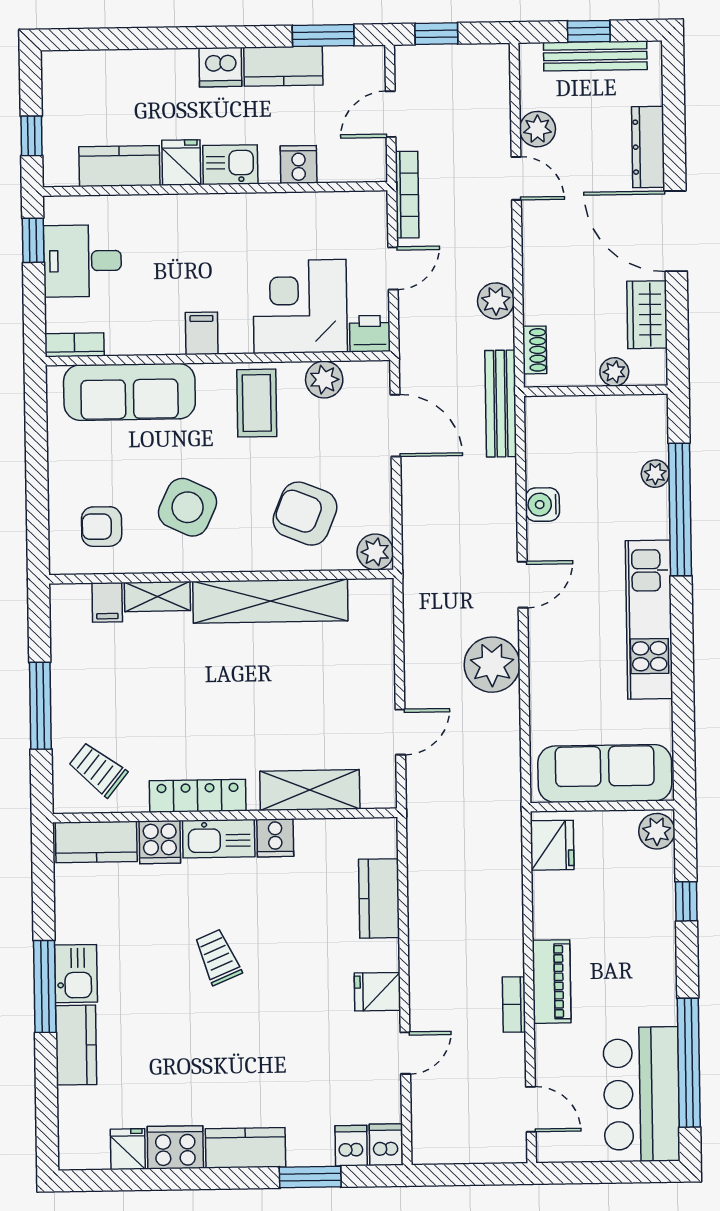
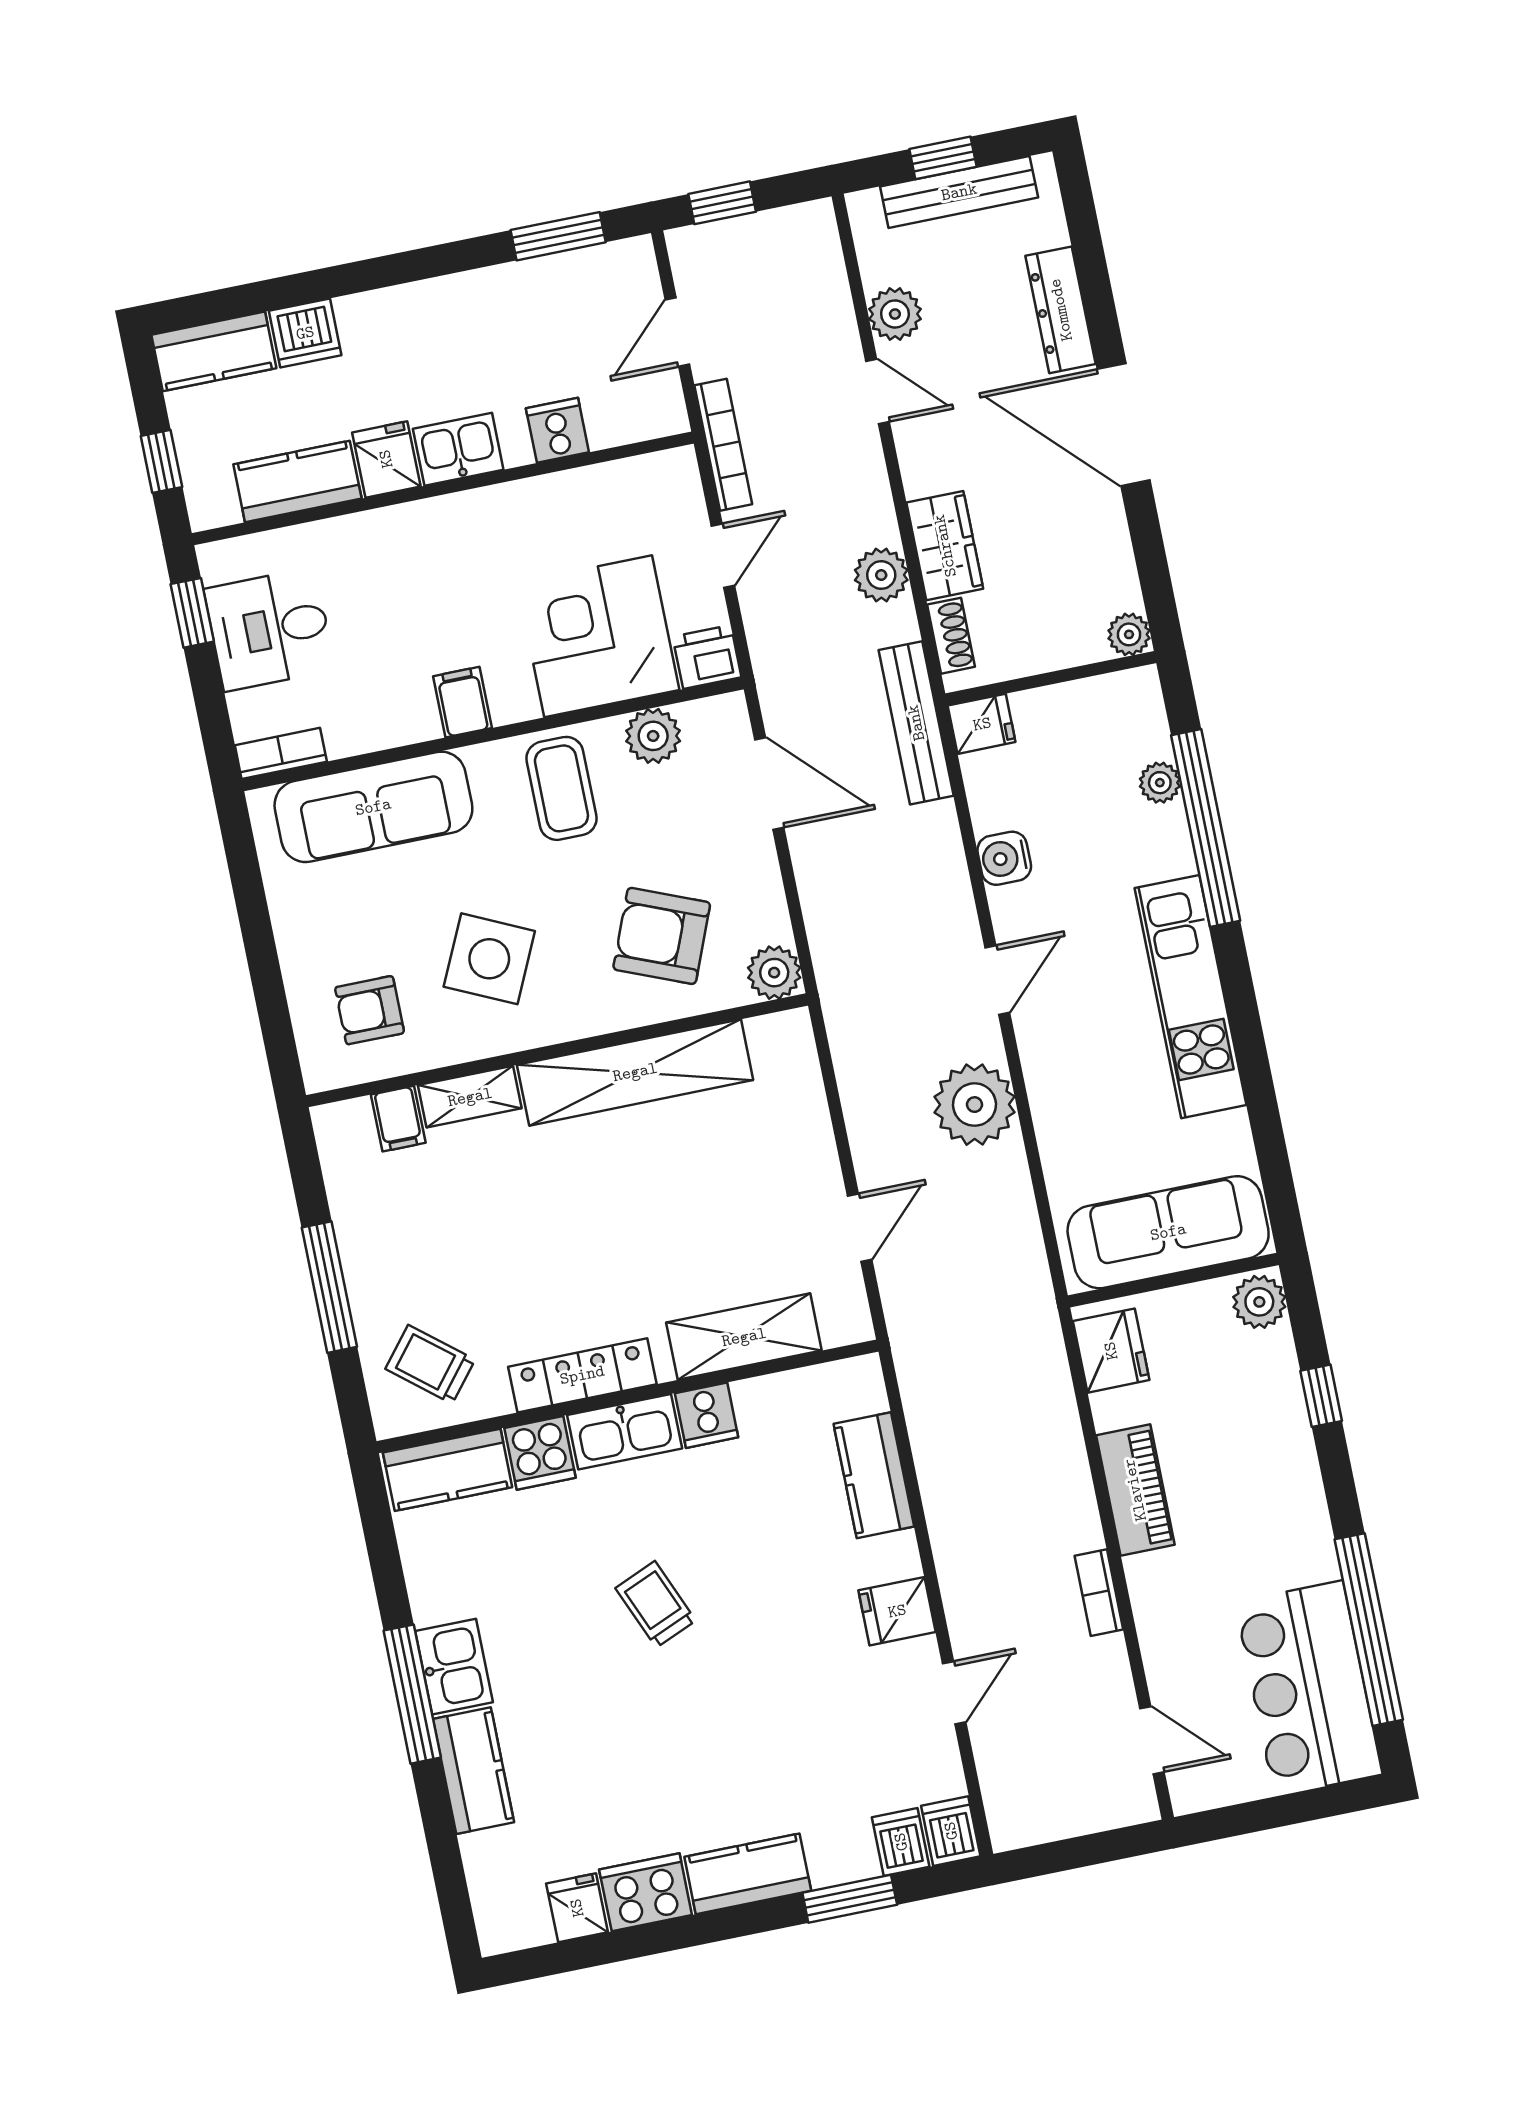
kitchen counter: (283, 66) -> (214, 351), moved
dishwasher: (220, 67) -> (305, 333), moved
wardrobe: (647, 315) -> (945, 546), moved, turned 180
plant: (614, 372) -> (1129, 634), moved
fridge: (544, 412) -> (982, 724), added
piano: (552, 982) -> (1135, 1490), moved

